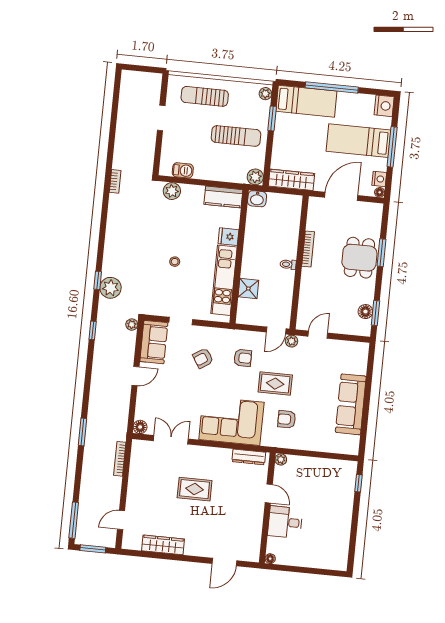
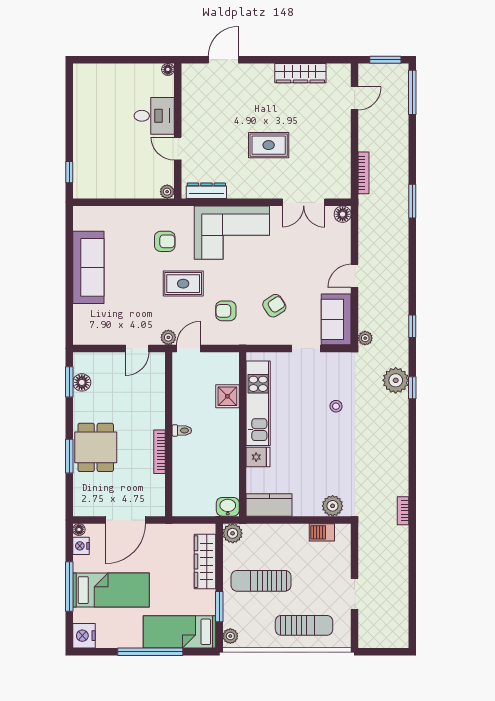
wardrobe: (291, 180) -> (205, 562), moved, turned 90
stool: (175, 262) -> (336, 406), moved

